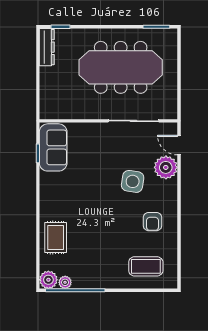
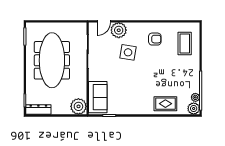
plant: (52, 107) -> (78, 106), added
sofa: (53, 147) -> (98, 97), moved, turned 90

